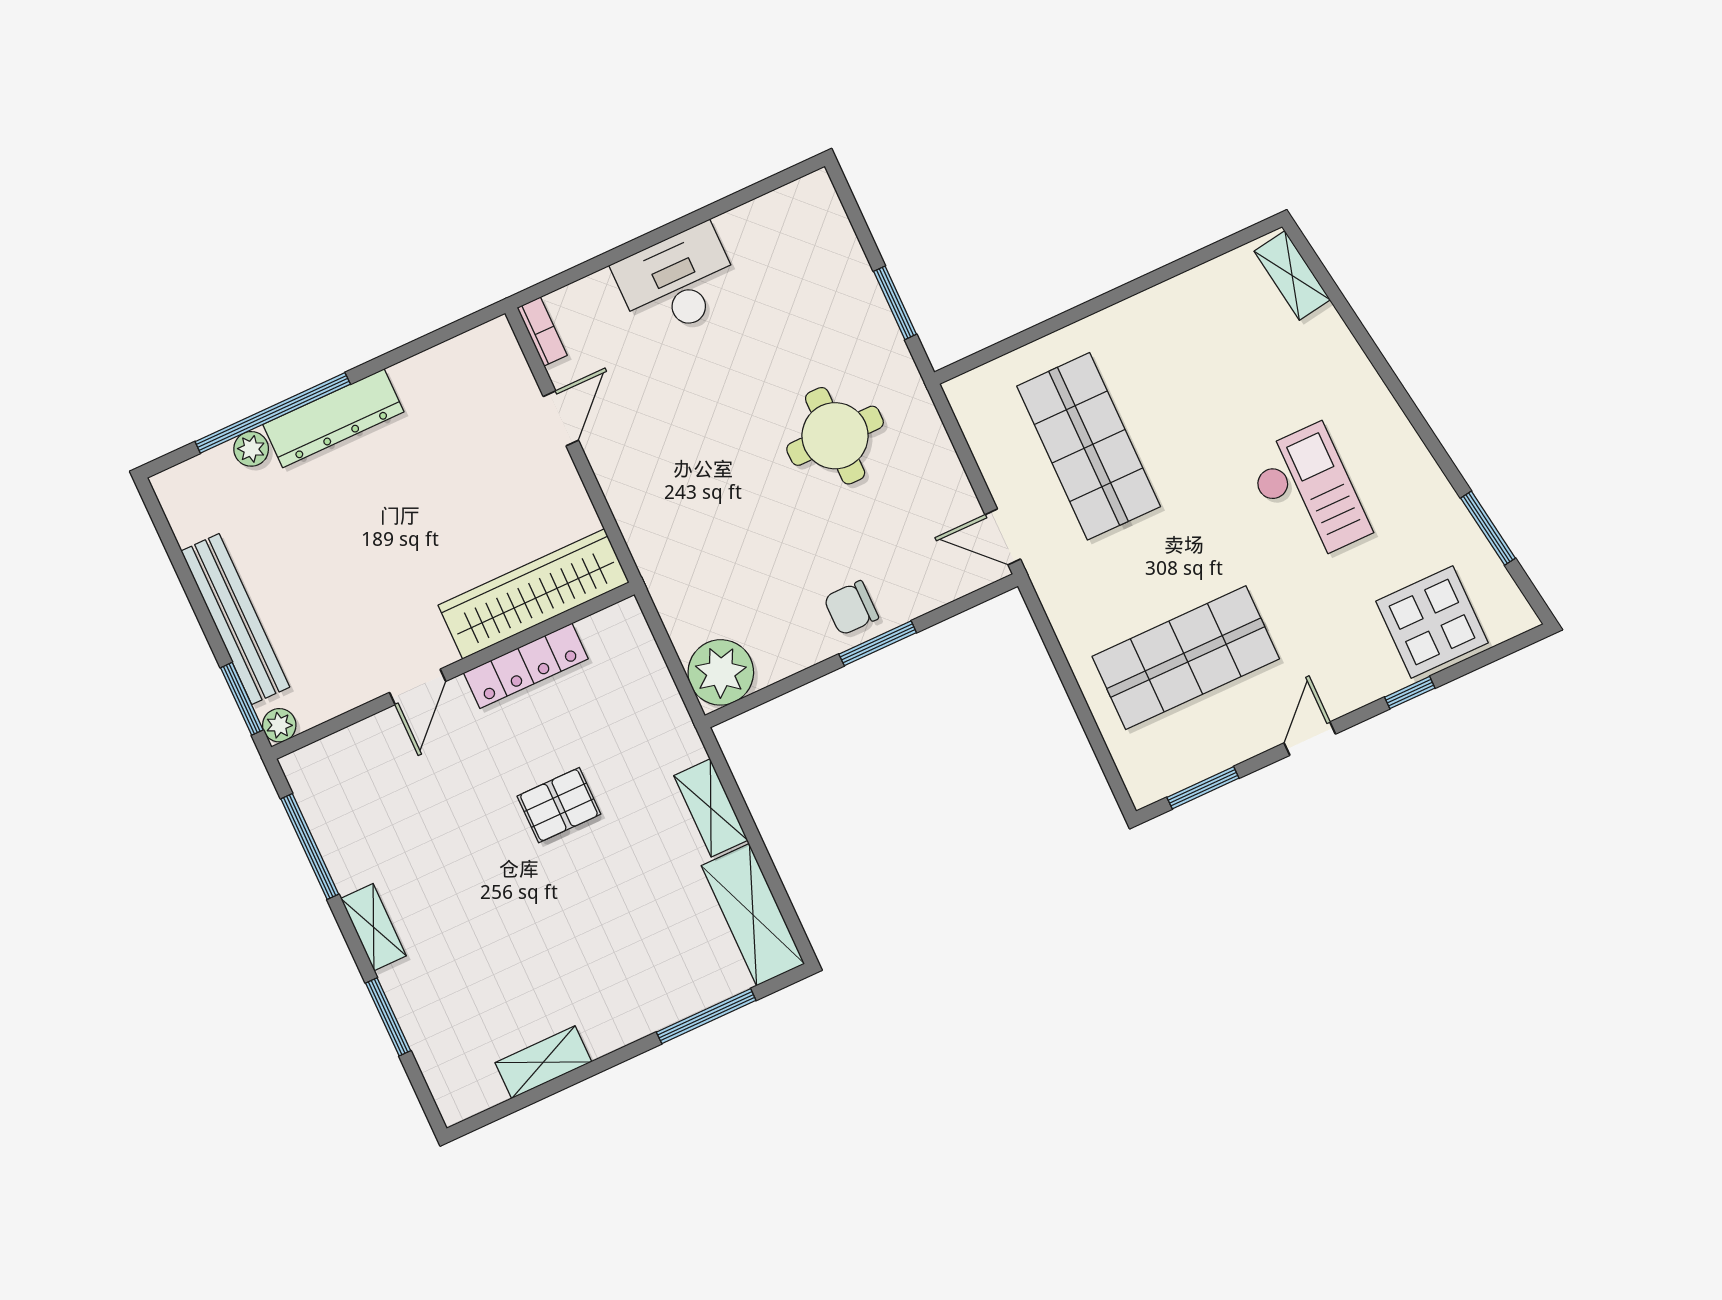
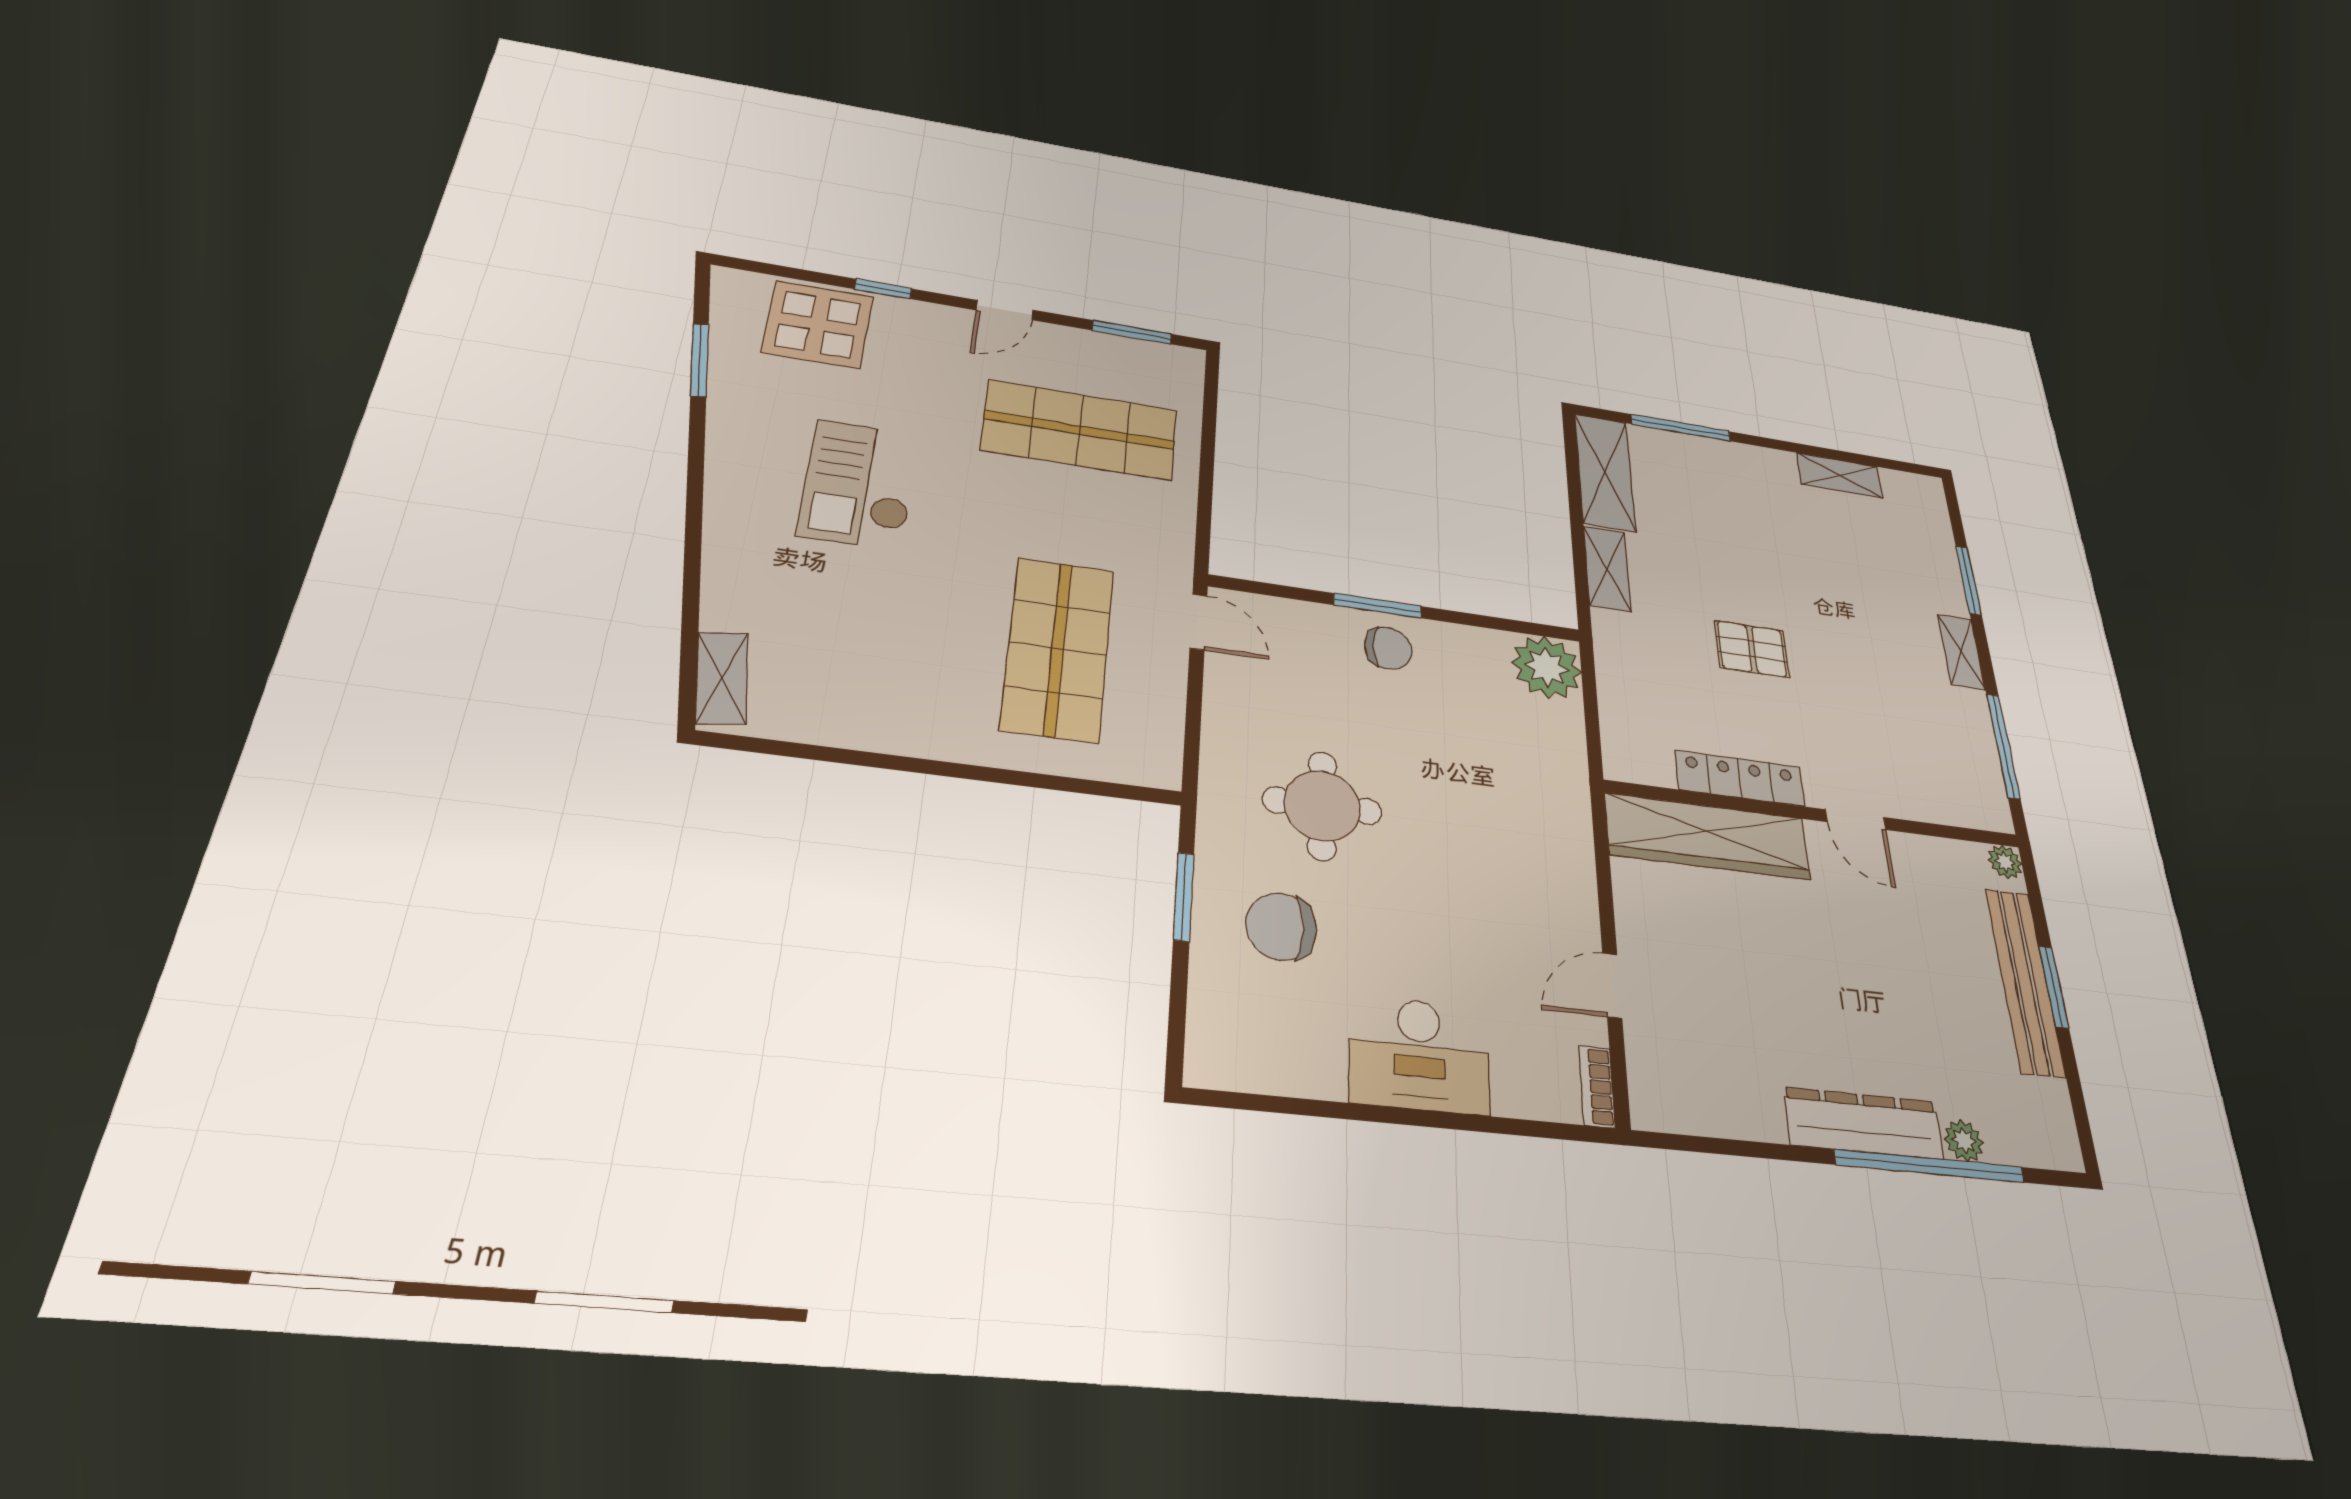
chair: (817, 321) -> (1281, 927), added
door: (418, 687) -> (1856, 820), swing flipped
window: (242, 699) -> (2054, 987), moved

